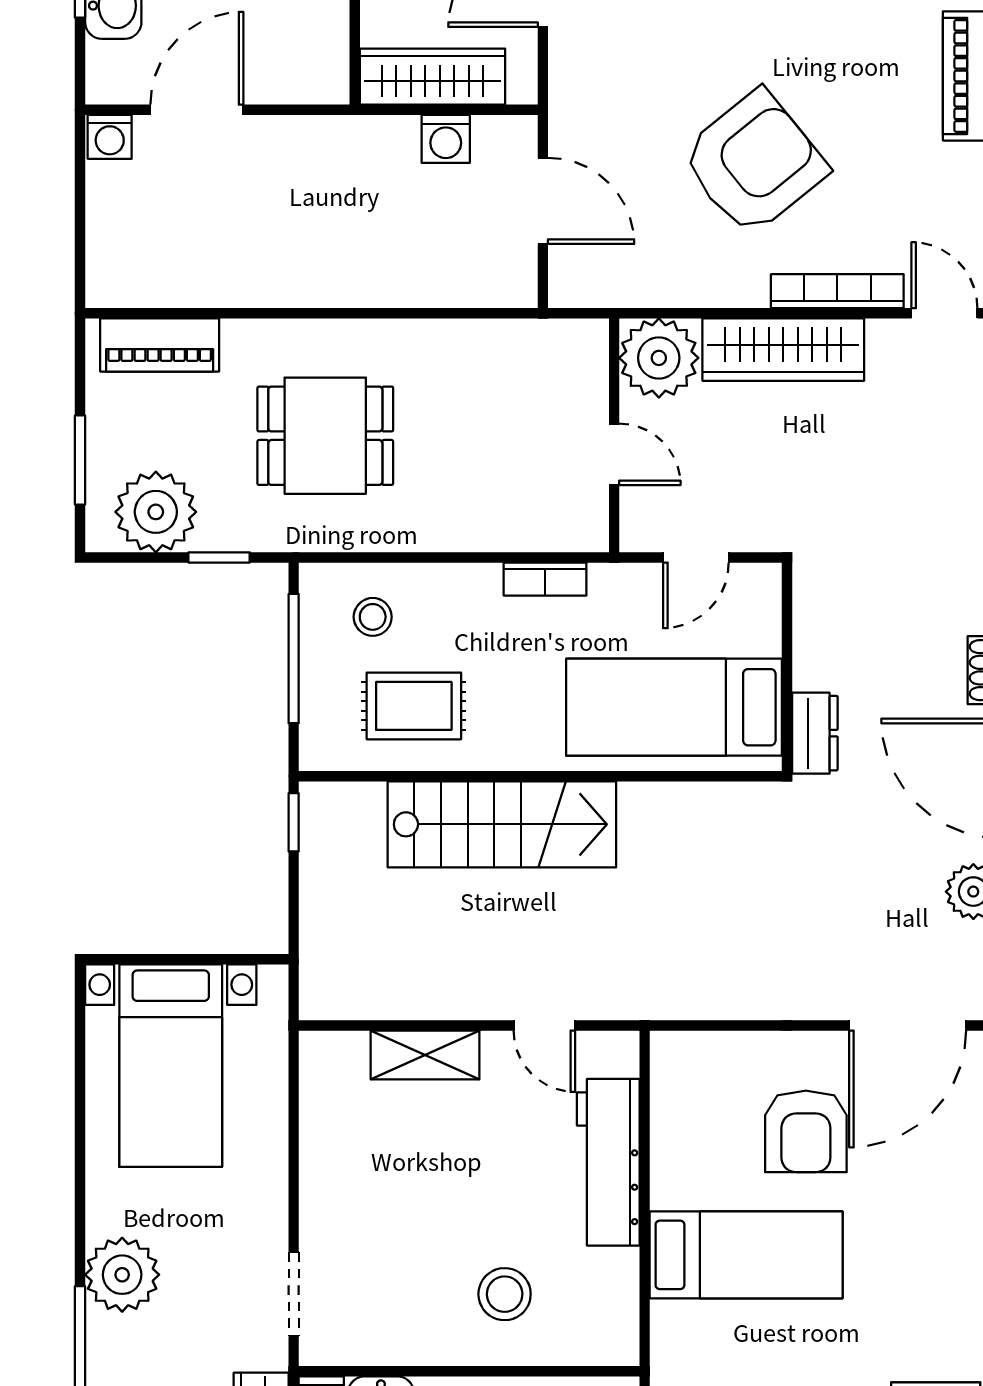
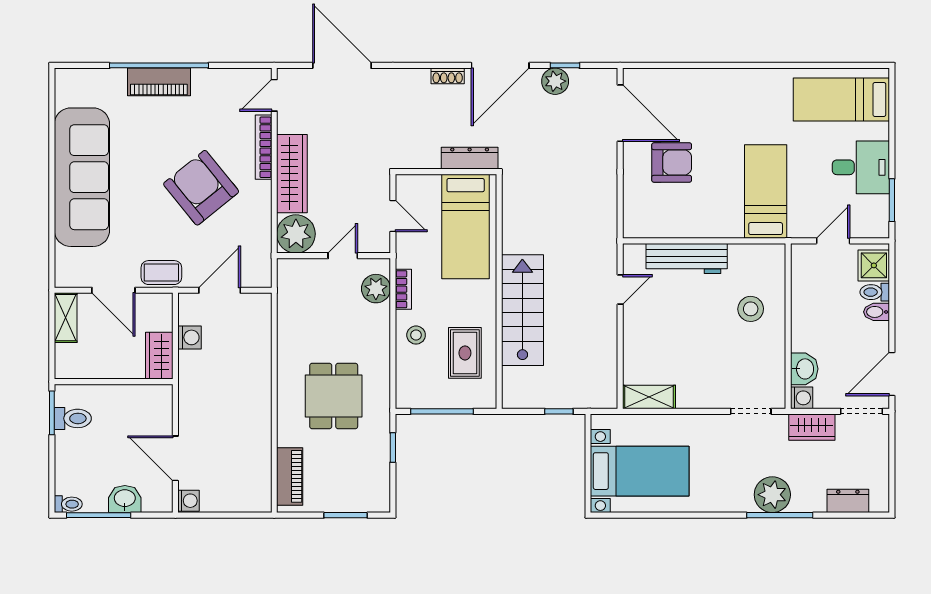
wardrobe: (432, 77) -> (159, 356), width x0.67
coffee table: (579, 81) -> (161, 273), added
plant: (156, 512) -> (376, 289), moved, width x0.73, depth x0.73
stool: (373, 617) -> (416, 335), moved
dresser: (815, 733) -> (470, 158), width x1.44
window: (294, 822) -> (559, 411), moved
shelving: (425, 1055) -> (649, 397), moved, turned 90
bed: (746, 1255) -> (766, 192), moved
plant: (122, 1275) -> (772, 495), moved

